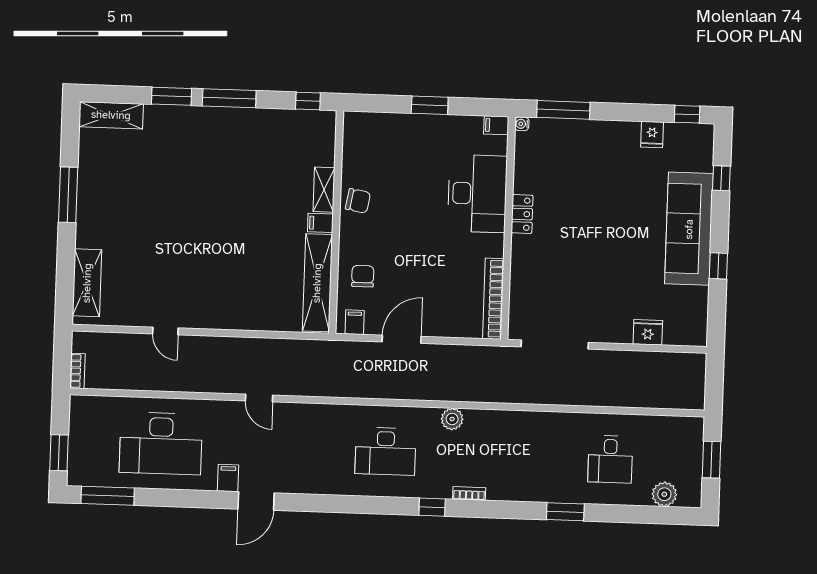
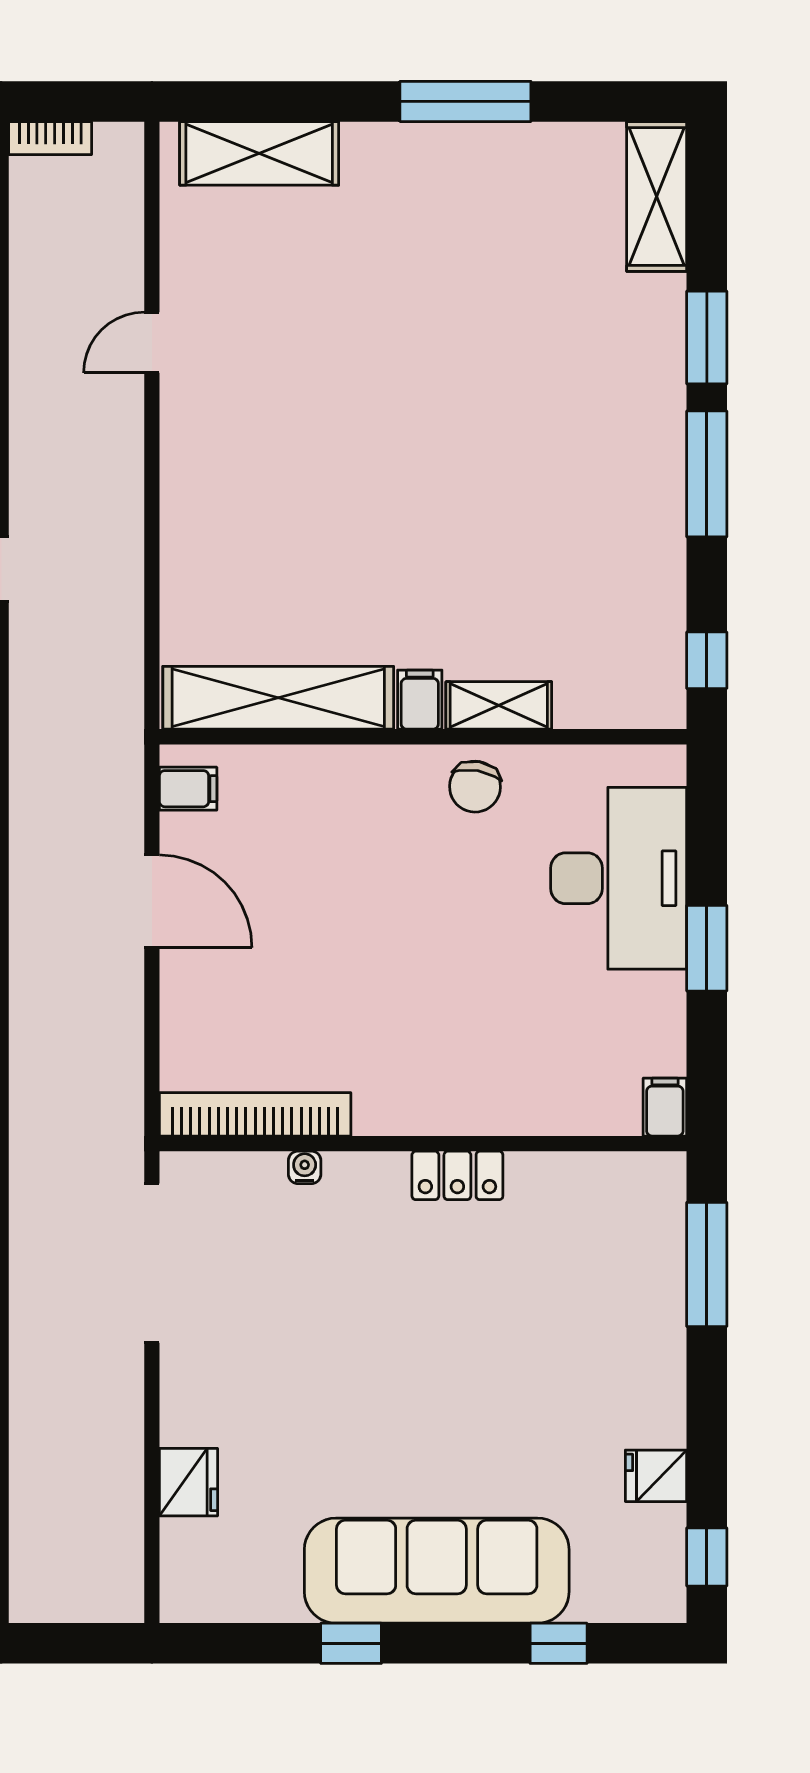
water cooler: (522, 124) -> (305, 1167), moved
desk: (477, 193) -> (619, 878), moved, turned -90
chair: (363, 276) -> (297, 804), removed

